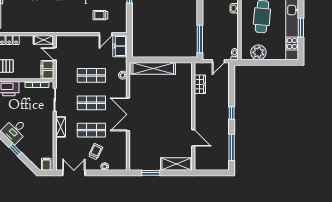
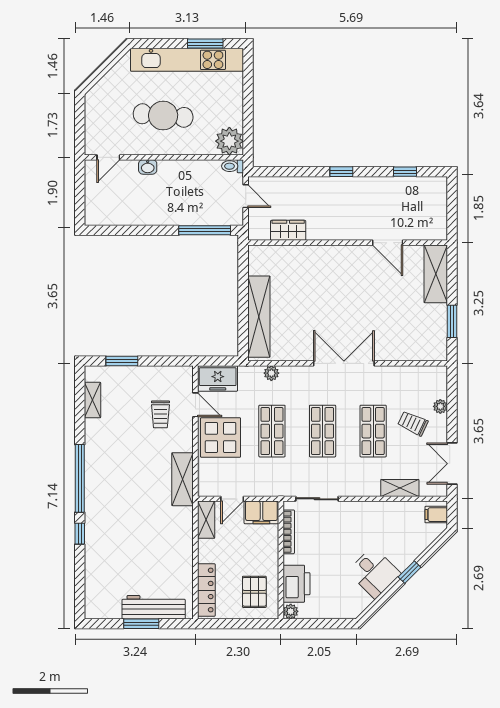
shelving: (65, 27) -> (183, 479), added
window: (301, 28) -> (205, 44), moved
display table: (88, 48) -> (221, 437), added
plant: (258, 52) -> (229, 141), moved
double door: (128, 114) -> (344, 363), swing flipped
shelving: (61, 127) -> (400, 488), moved
door: (193, 138) -> (388, 243), swing flipped
window: (232, 147) -> (405, 172), width x0.46

